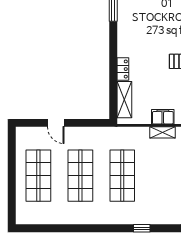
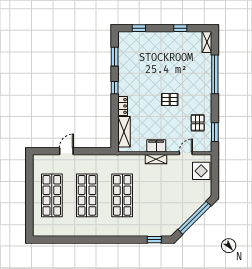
window: (113, 47) -> (115, 88), added
door: (56, 123) -> (66, 151), swing flipped
window: (142, 228) -> (154, 240), moved

